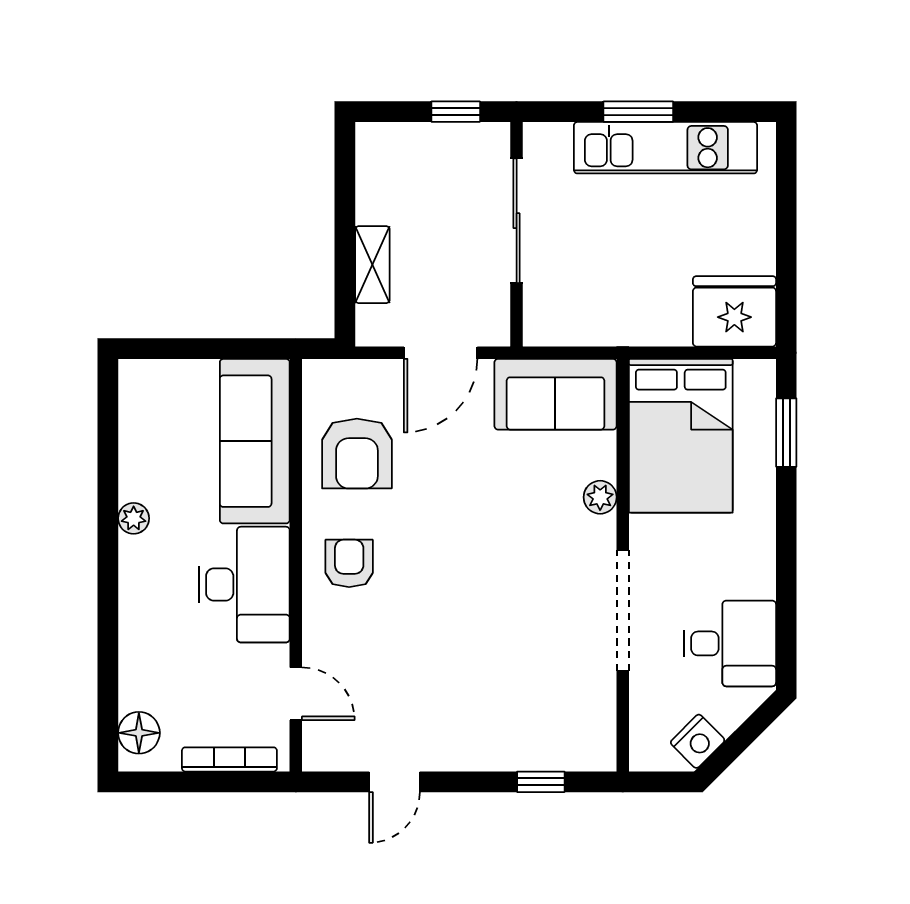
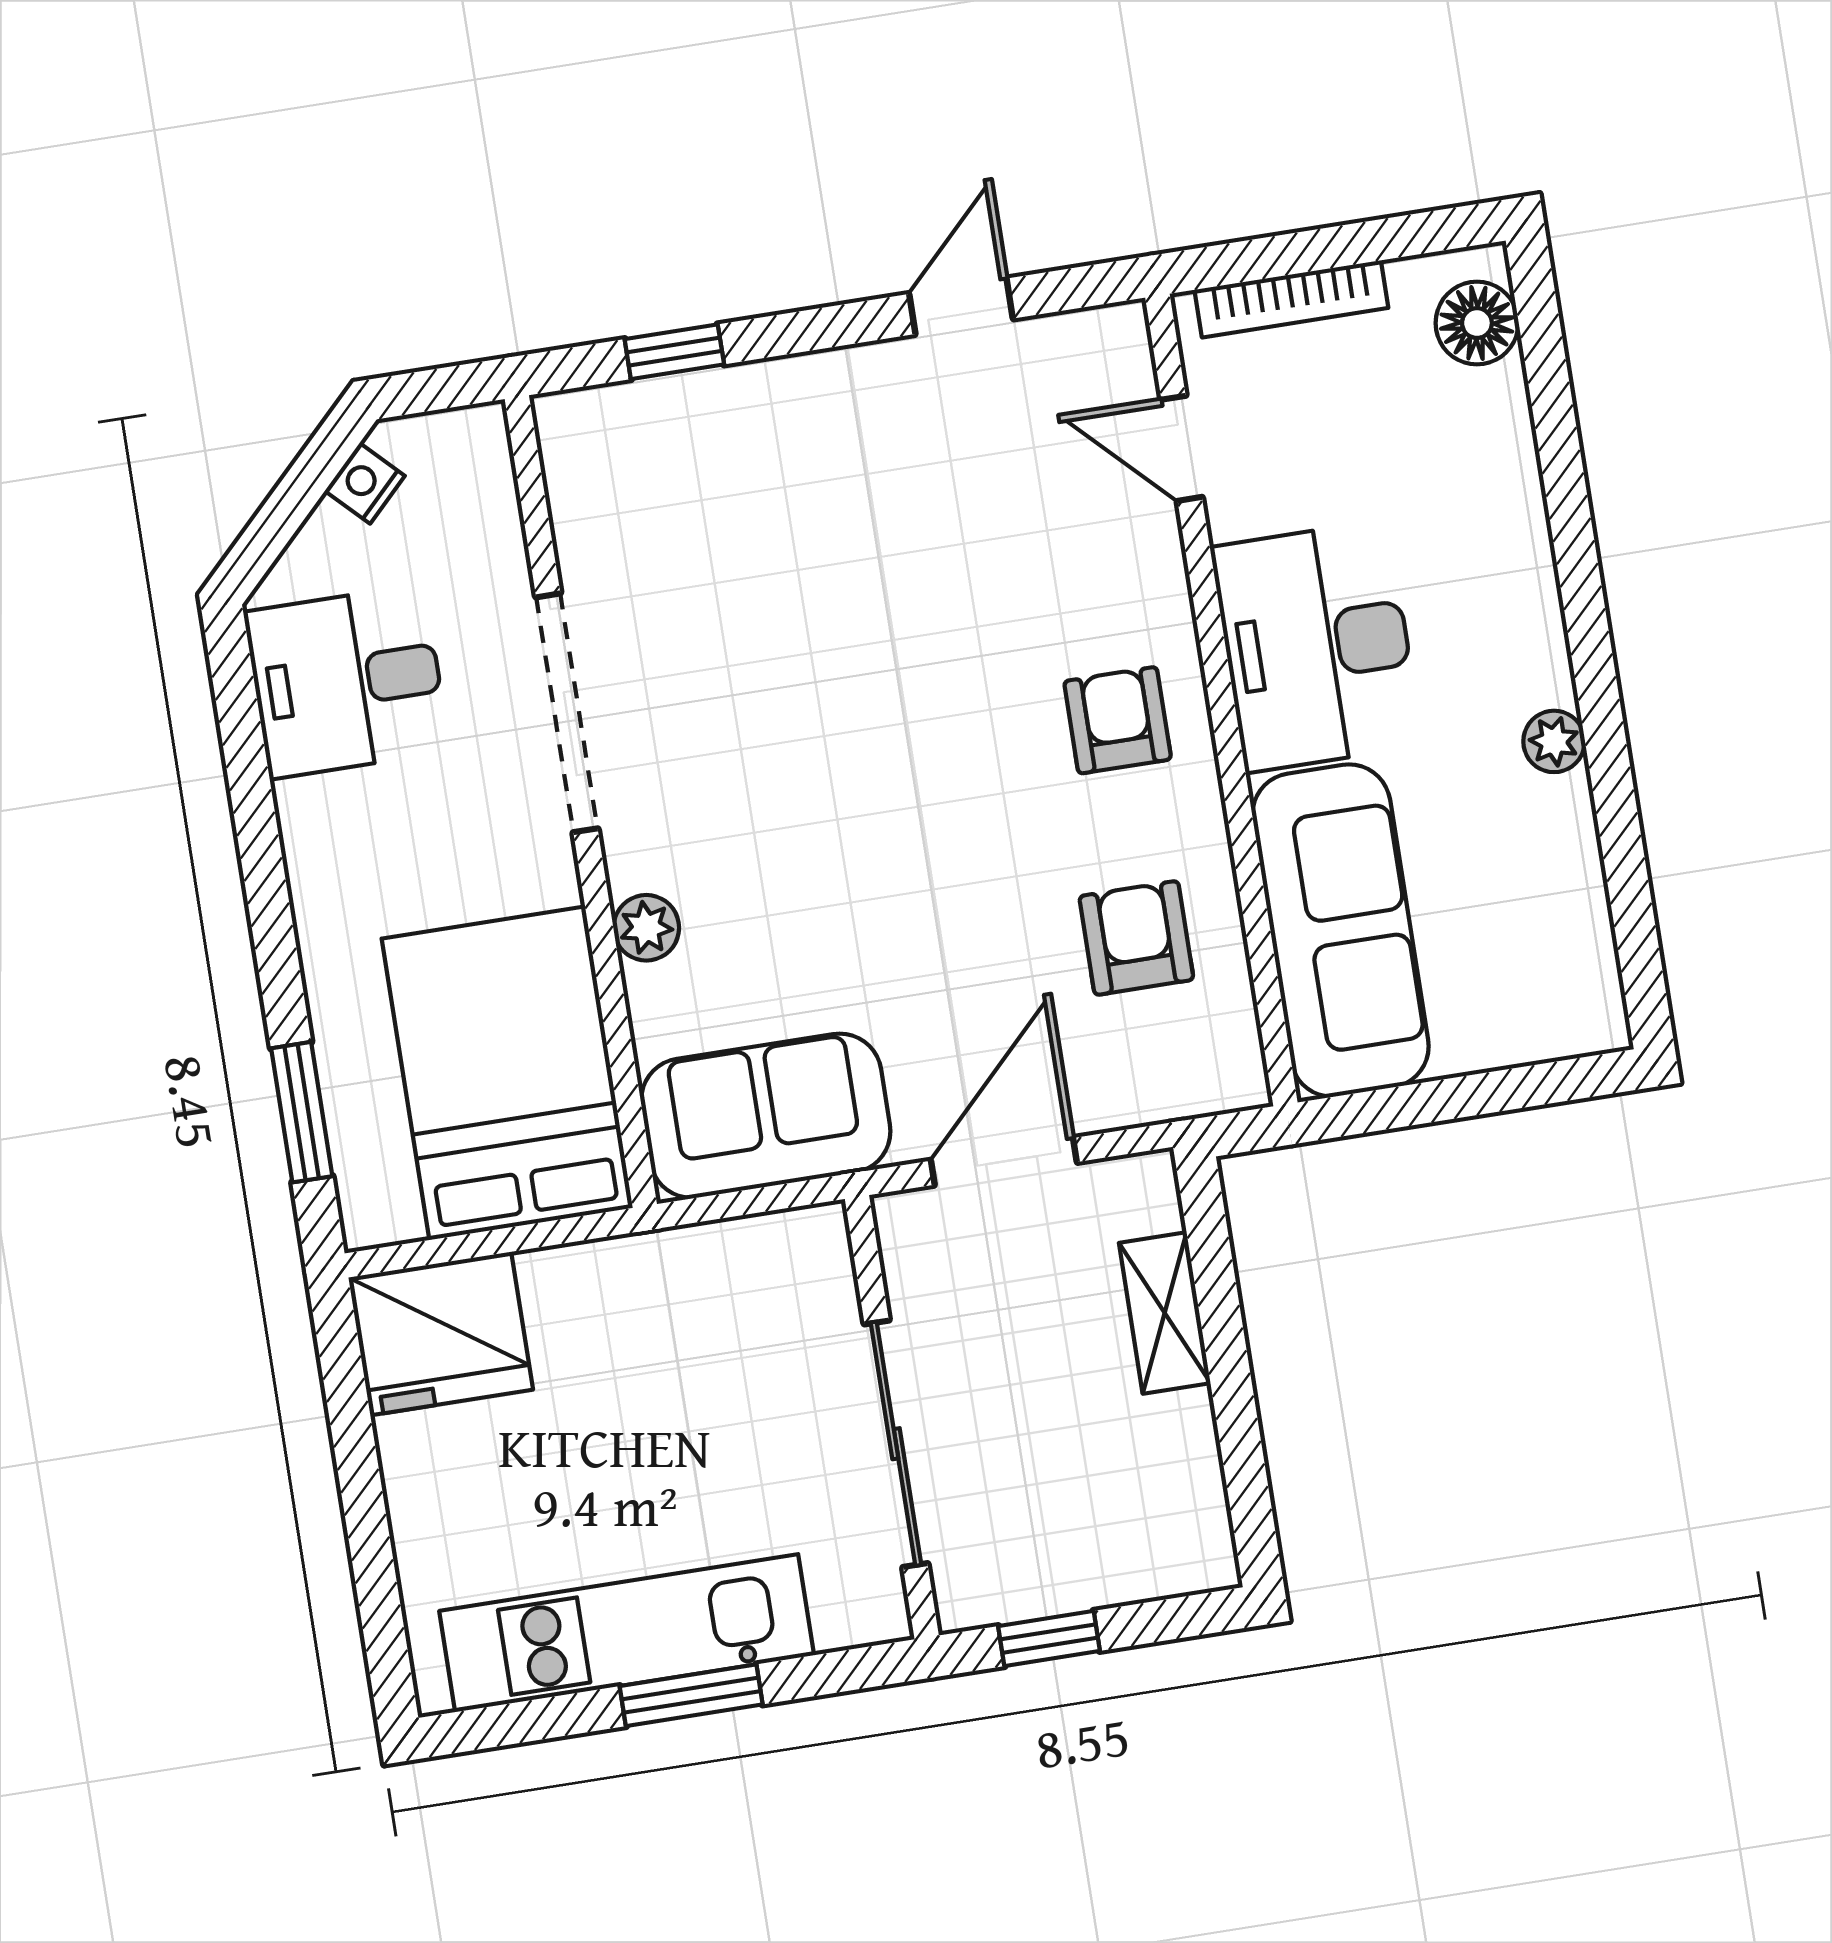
armchair: (357, 454) -> (1136, 938), width x0.72, depth x0.72
armchair: (349, 563) -> (1118, 720), turned 180
nightstand: (698, 741) -> (365, 483), width x0.72, depth x0.74

